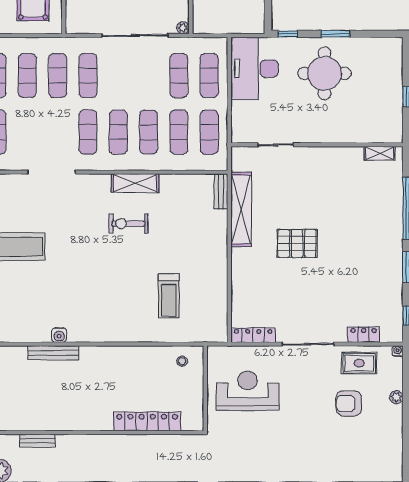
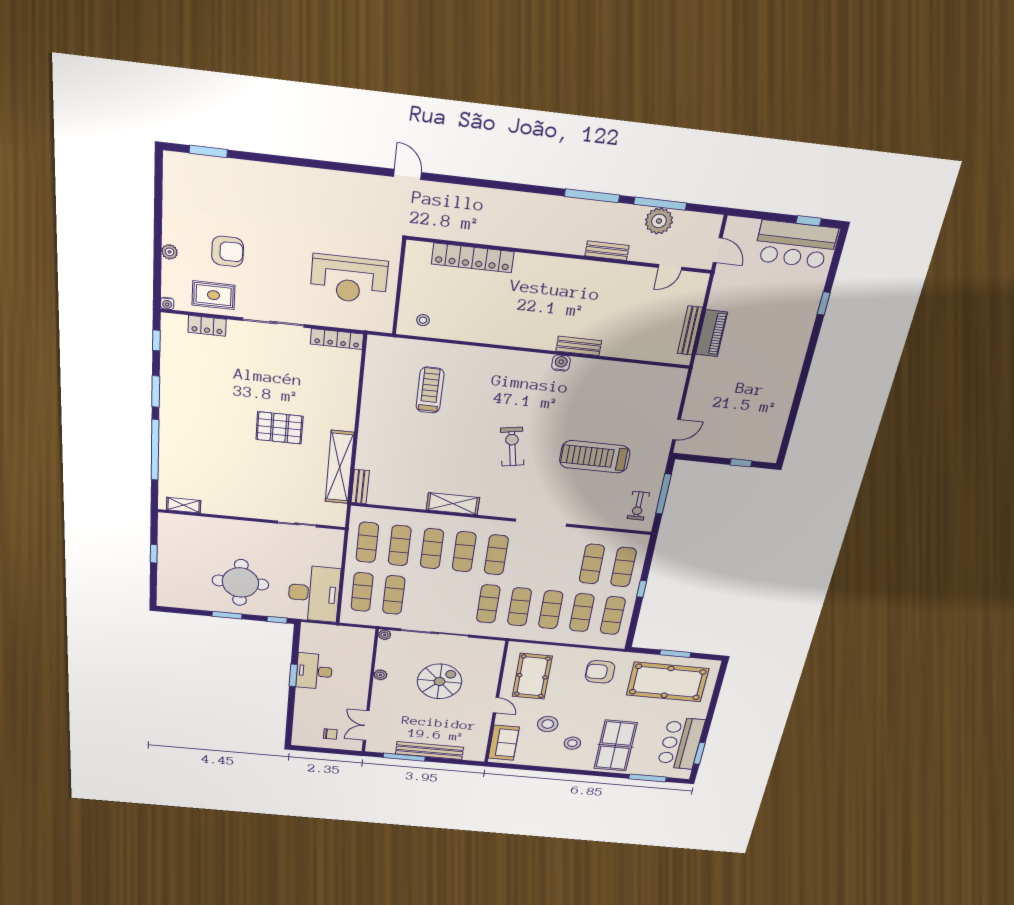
exercise bike: (128, 224) -> (512, 447), moved, turned -100
bench: (53, 353) -> (579, 346), width x0.73

